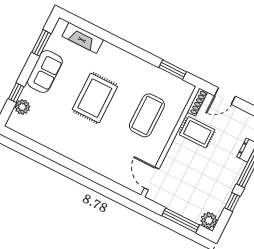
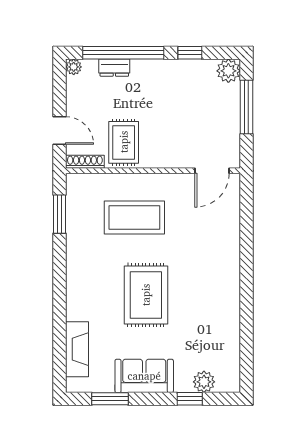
rug: (95, 98) -> (146, 295), turned 90

